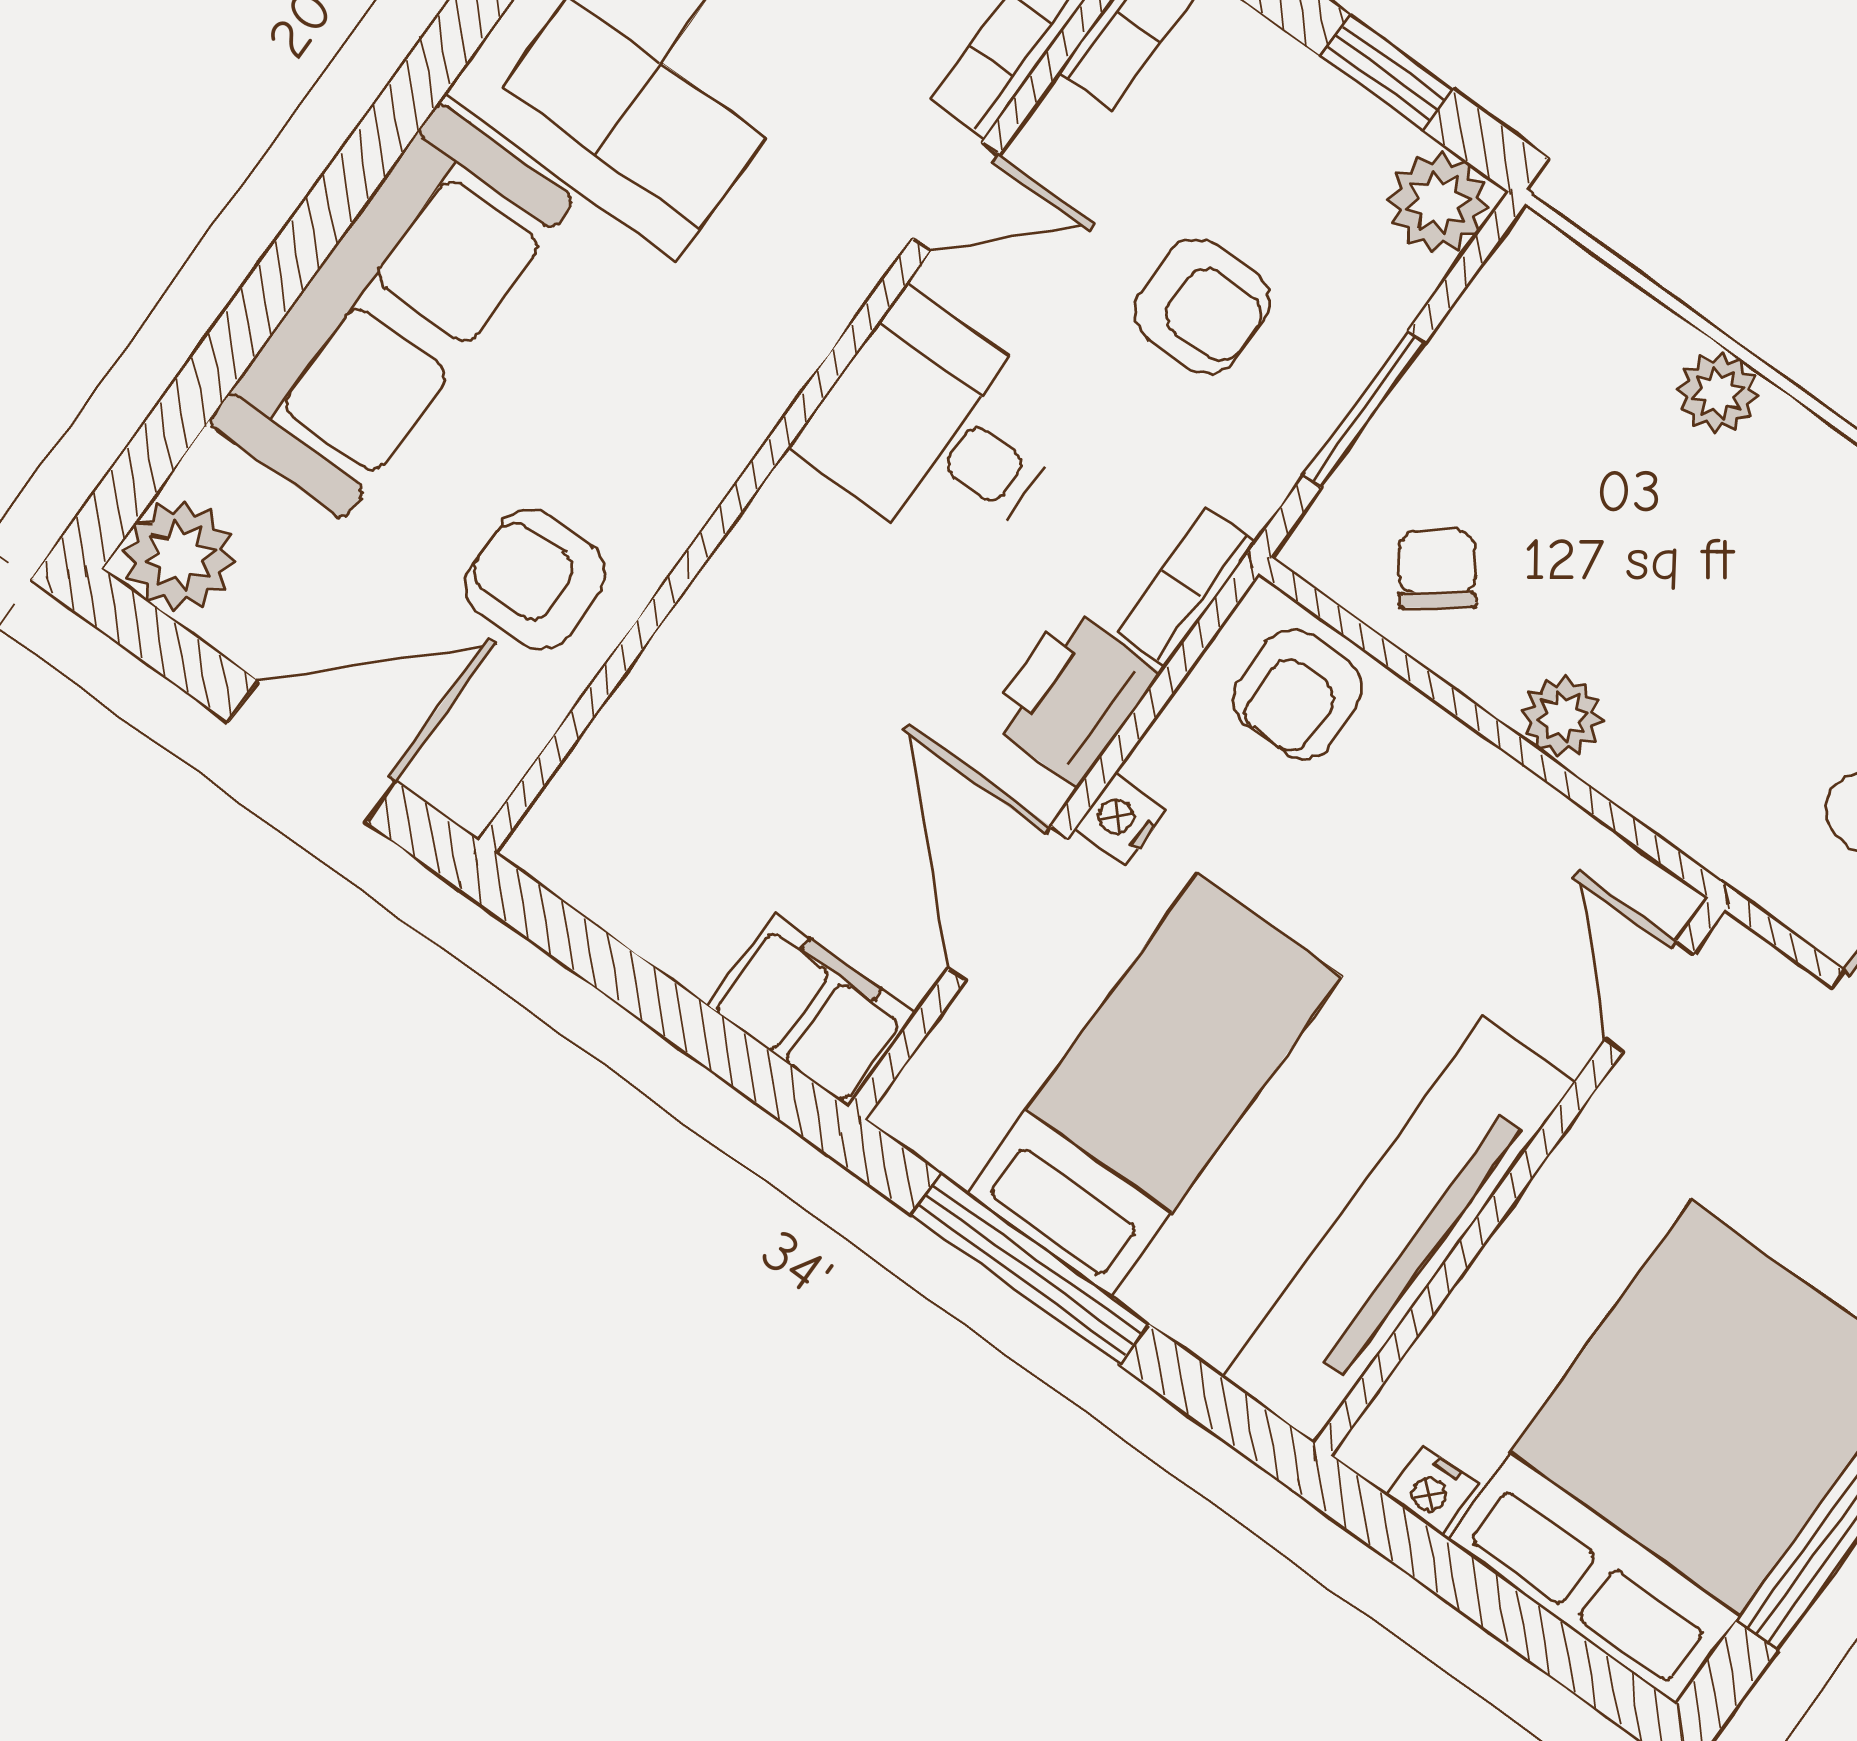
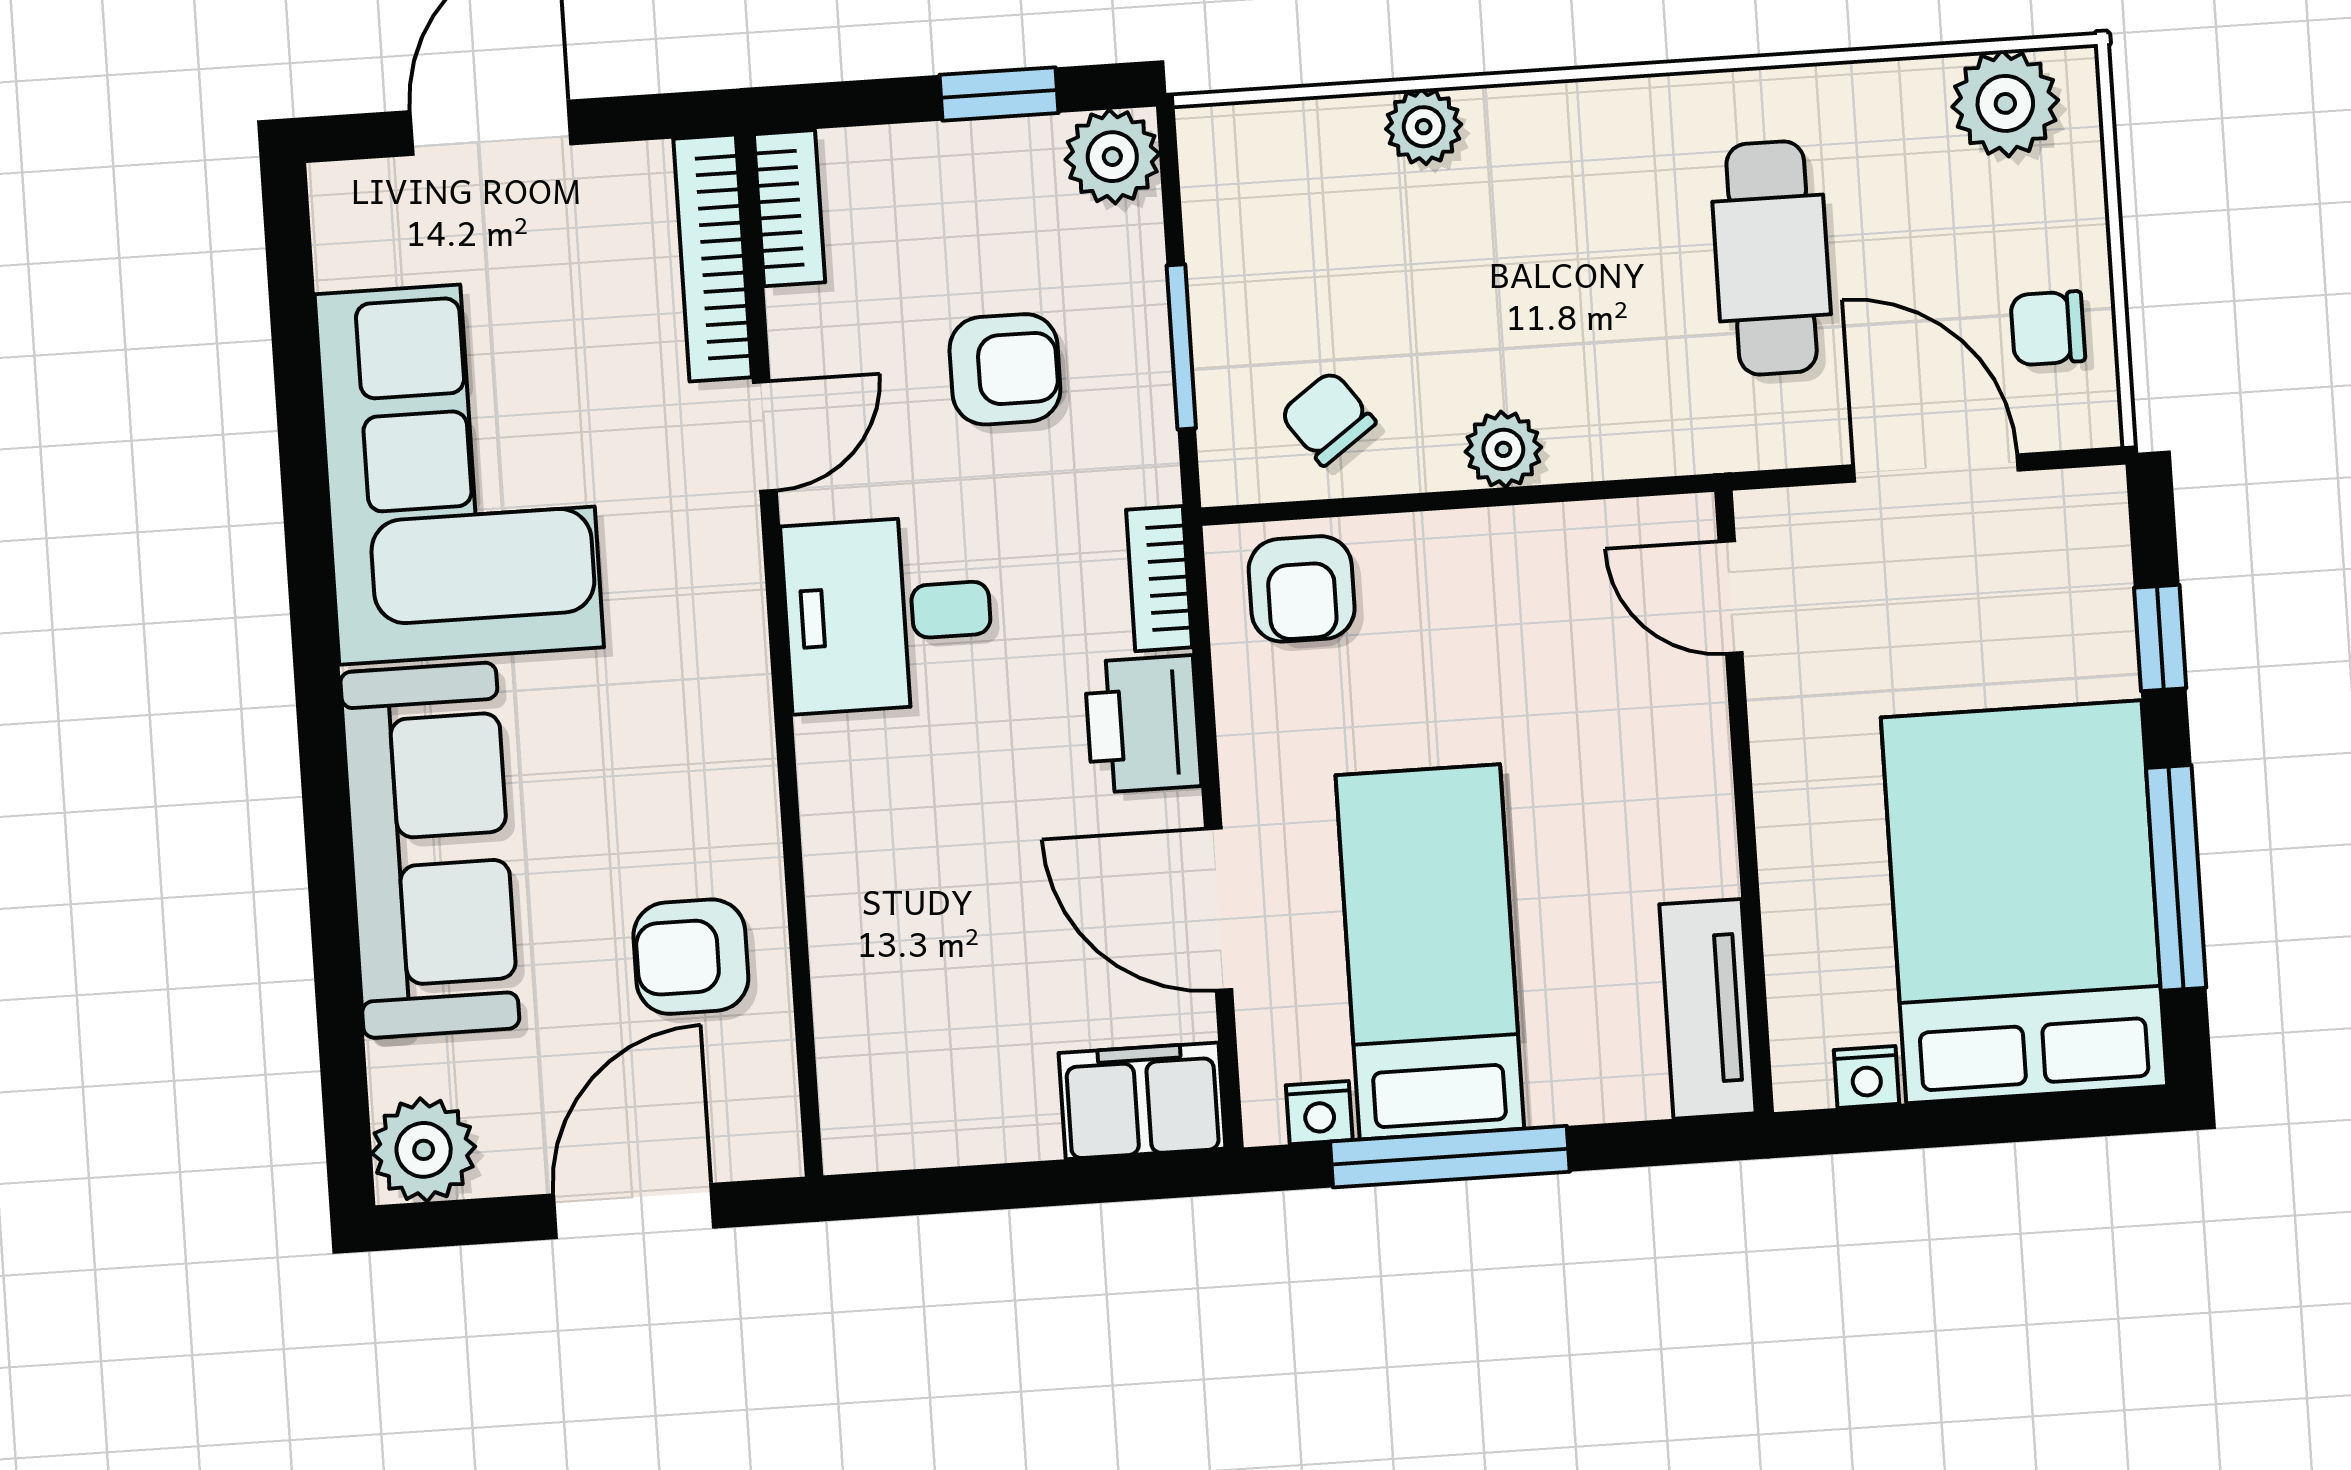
nightstand: (1120, 820) -> (1319, 1113), moved, turned -90
tv unit: (1399, 1230) -> (1708, 1009), width x0.52, depth x0.78

